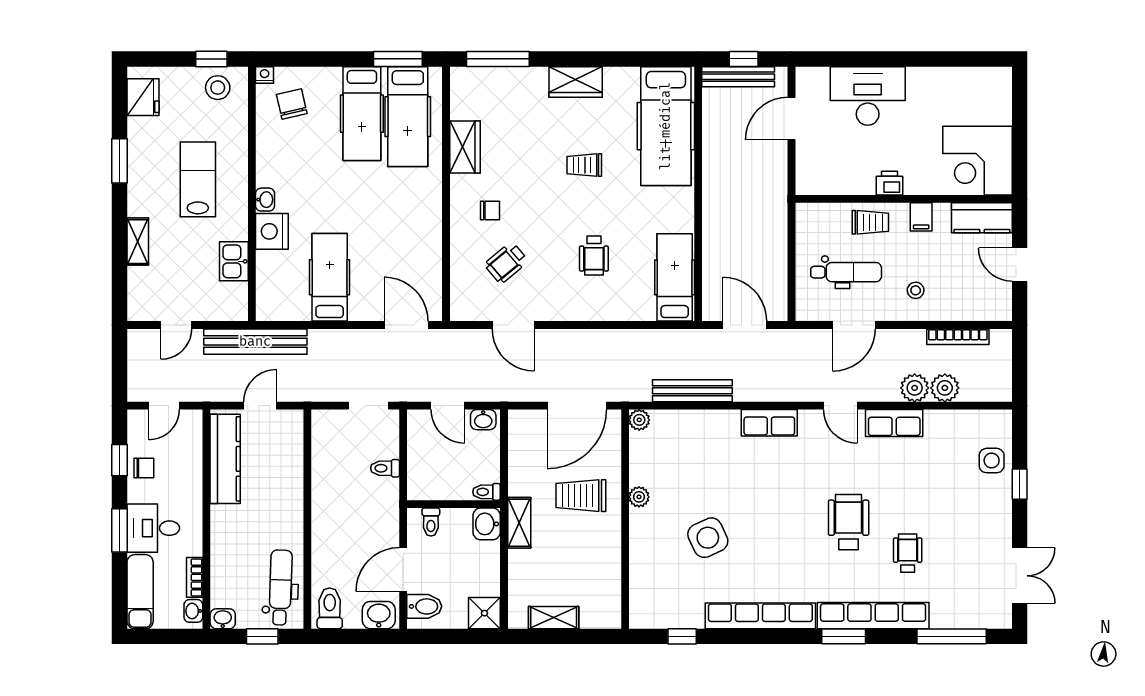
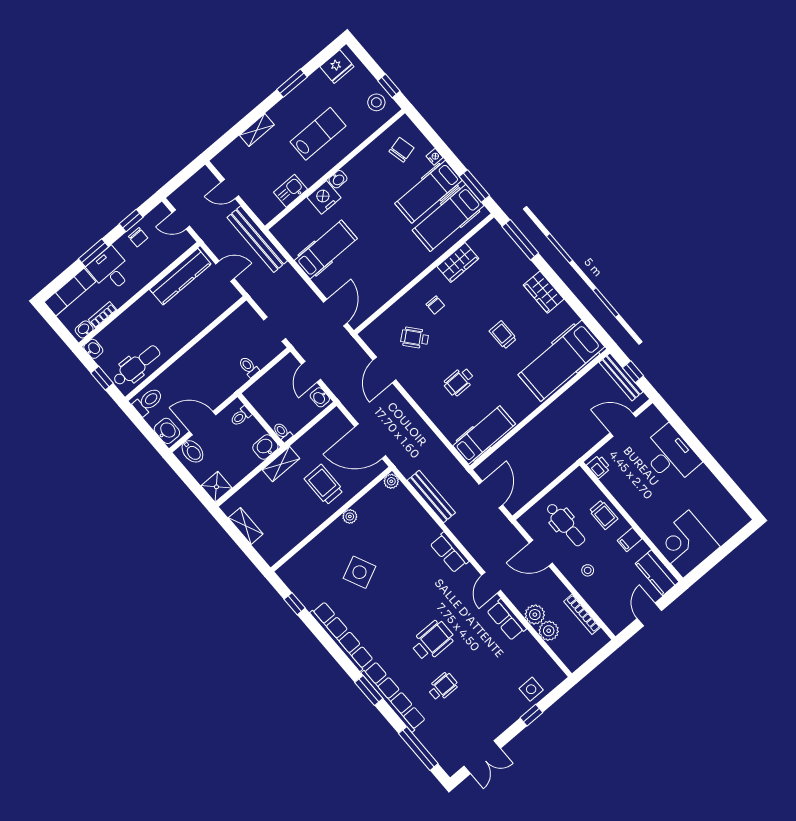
nightstand: (265, 75) -> (435, 157), moved
printer: (889, 183) -> (599, 467), moved

